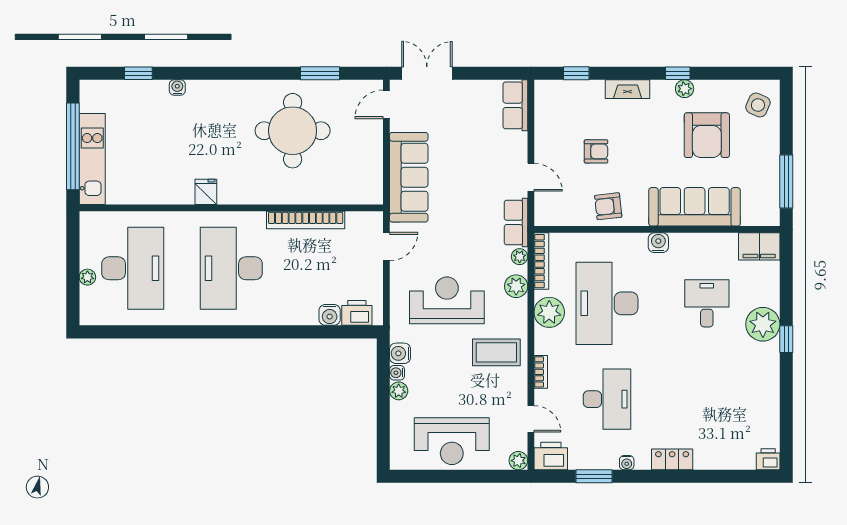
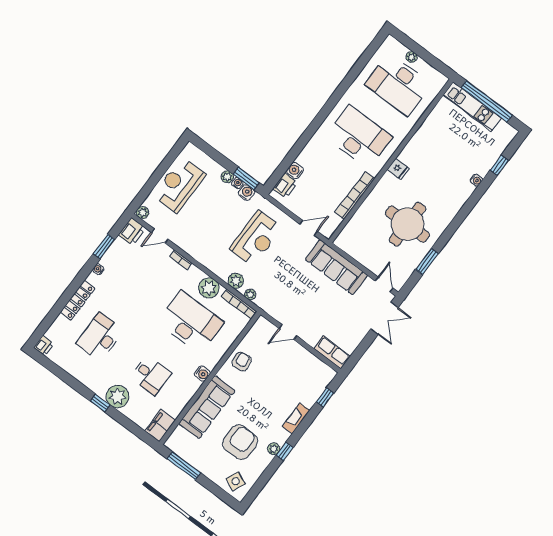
armchair: (707, 135) -> (240, 442), turned 90
armchair: (596, 151) -> (276, 377), removed
fridge: (206, 192) -> (398, 169), moved
row of seats: (516, 222) -> (270, 306), removed
door: (386, 247) -> (309, 228), swing flipped
coffee table: (496, 352) -> (209, 244), removed
window: (383, 367) -> (246, 178), added
desk: (607, 399) -> (100, 337), moved, turned 90
locker: (672, 459) -> (78, 300), width x1.53

